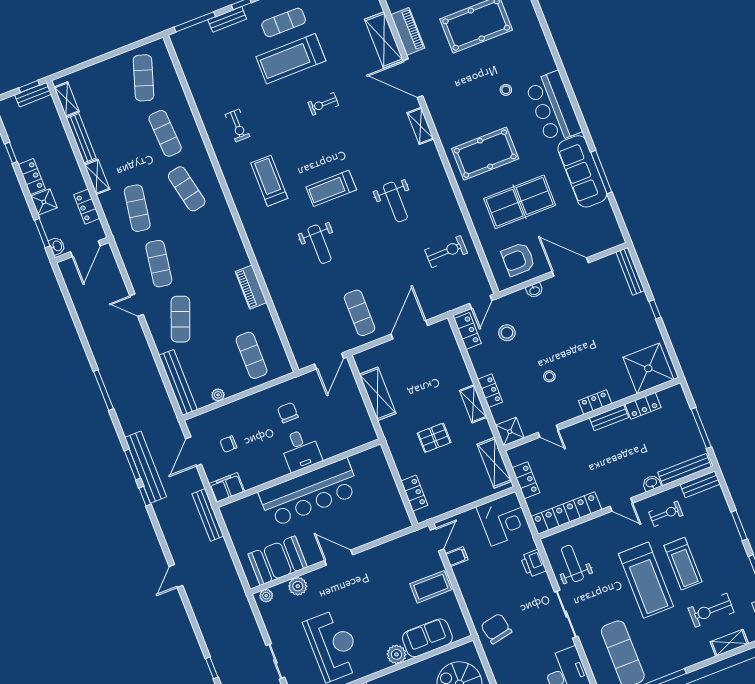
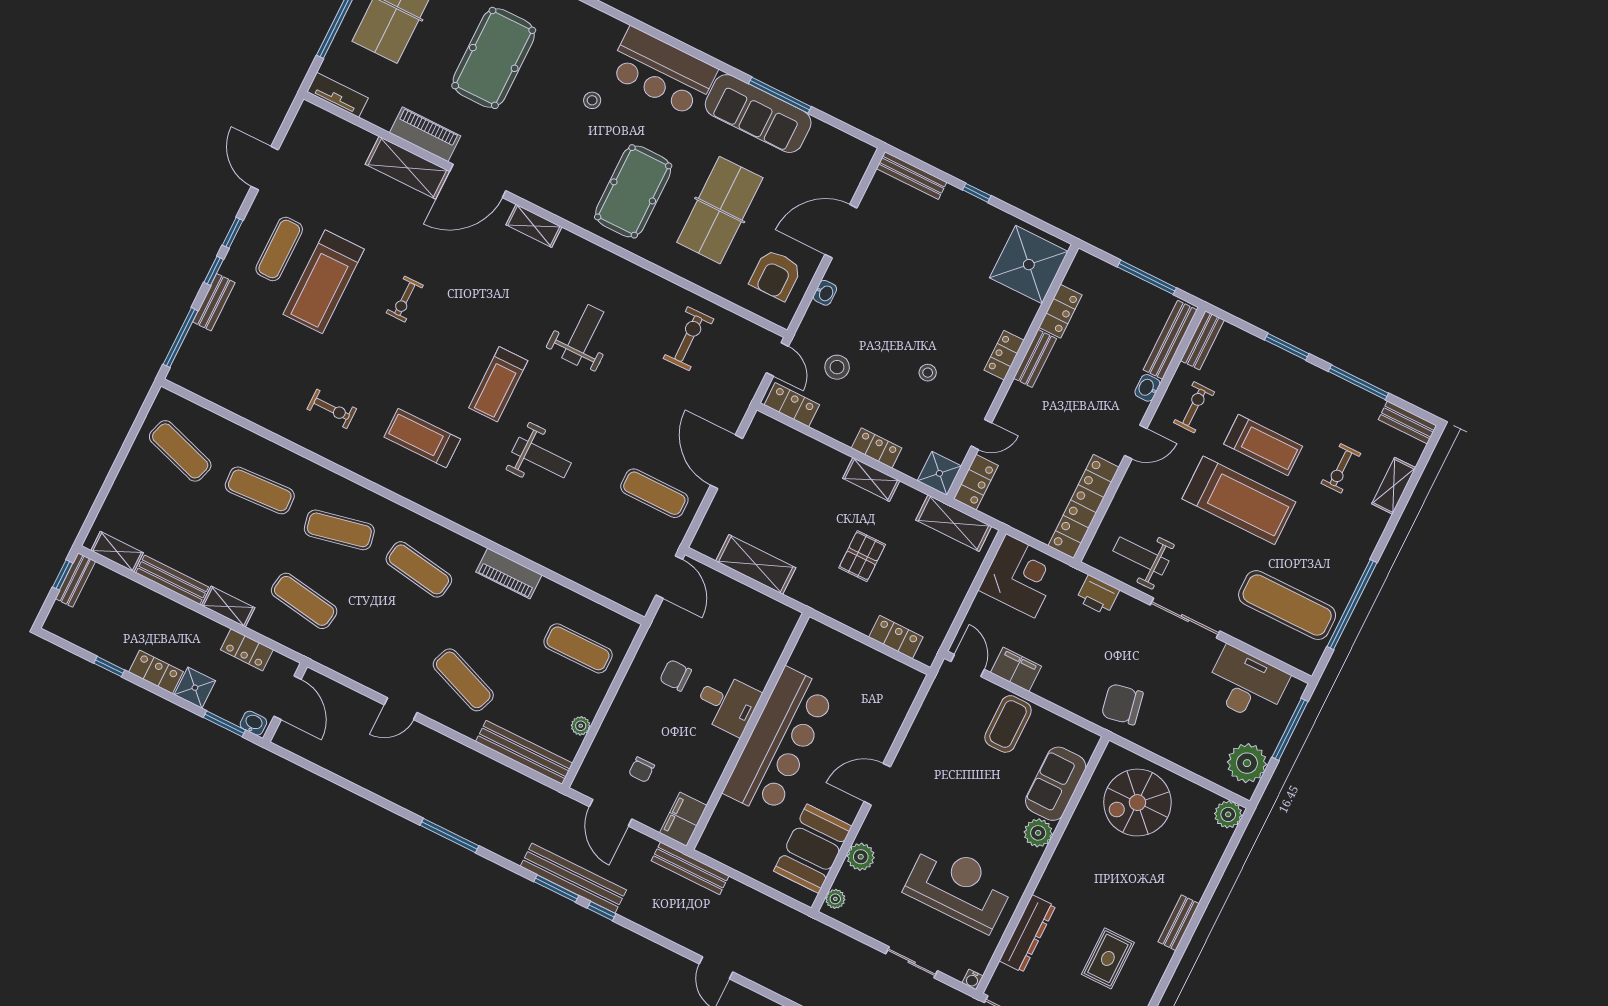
weight bench: (395, 202) -> (583, 335), turned -90
exercise mat: (159, 264) -> (419, 569), moved
locker: (526, 480) -> (976, 482), moved, turned 90
filing cabinet: (457, 557) -> (1016, 669), width x2.00
exercise bike: (711, 610) -> (1341, 468), width x0.73, depth x0.72

